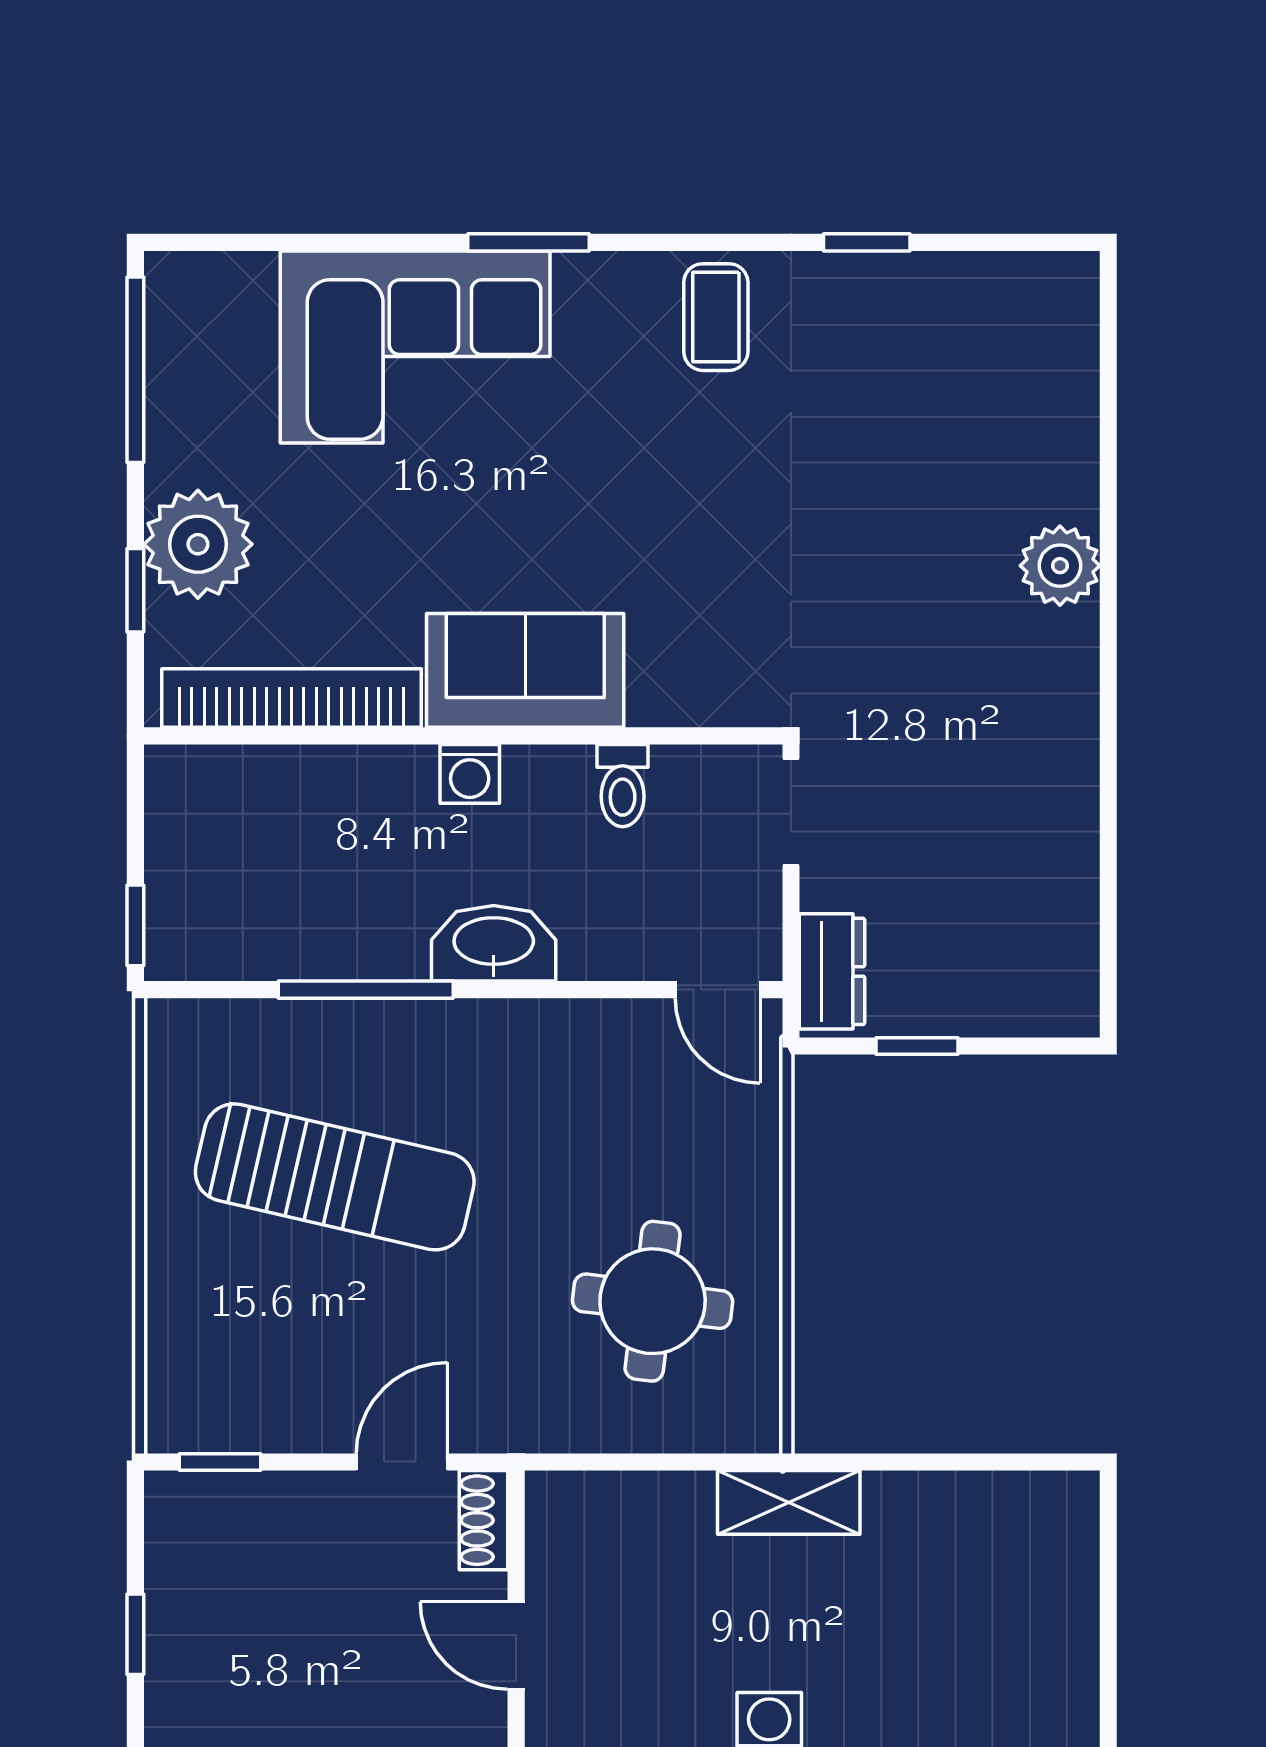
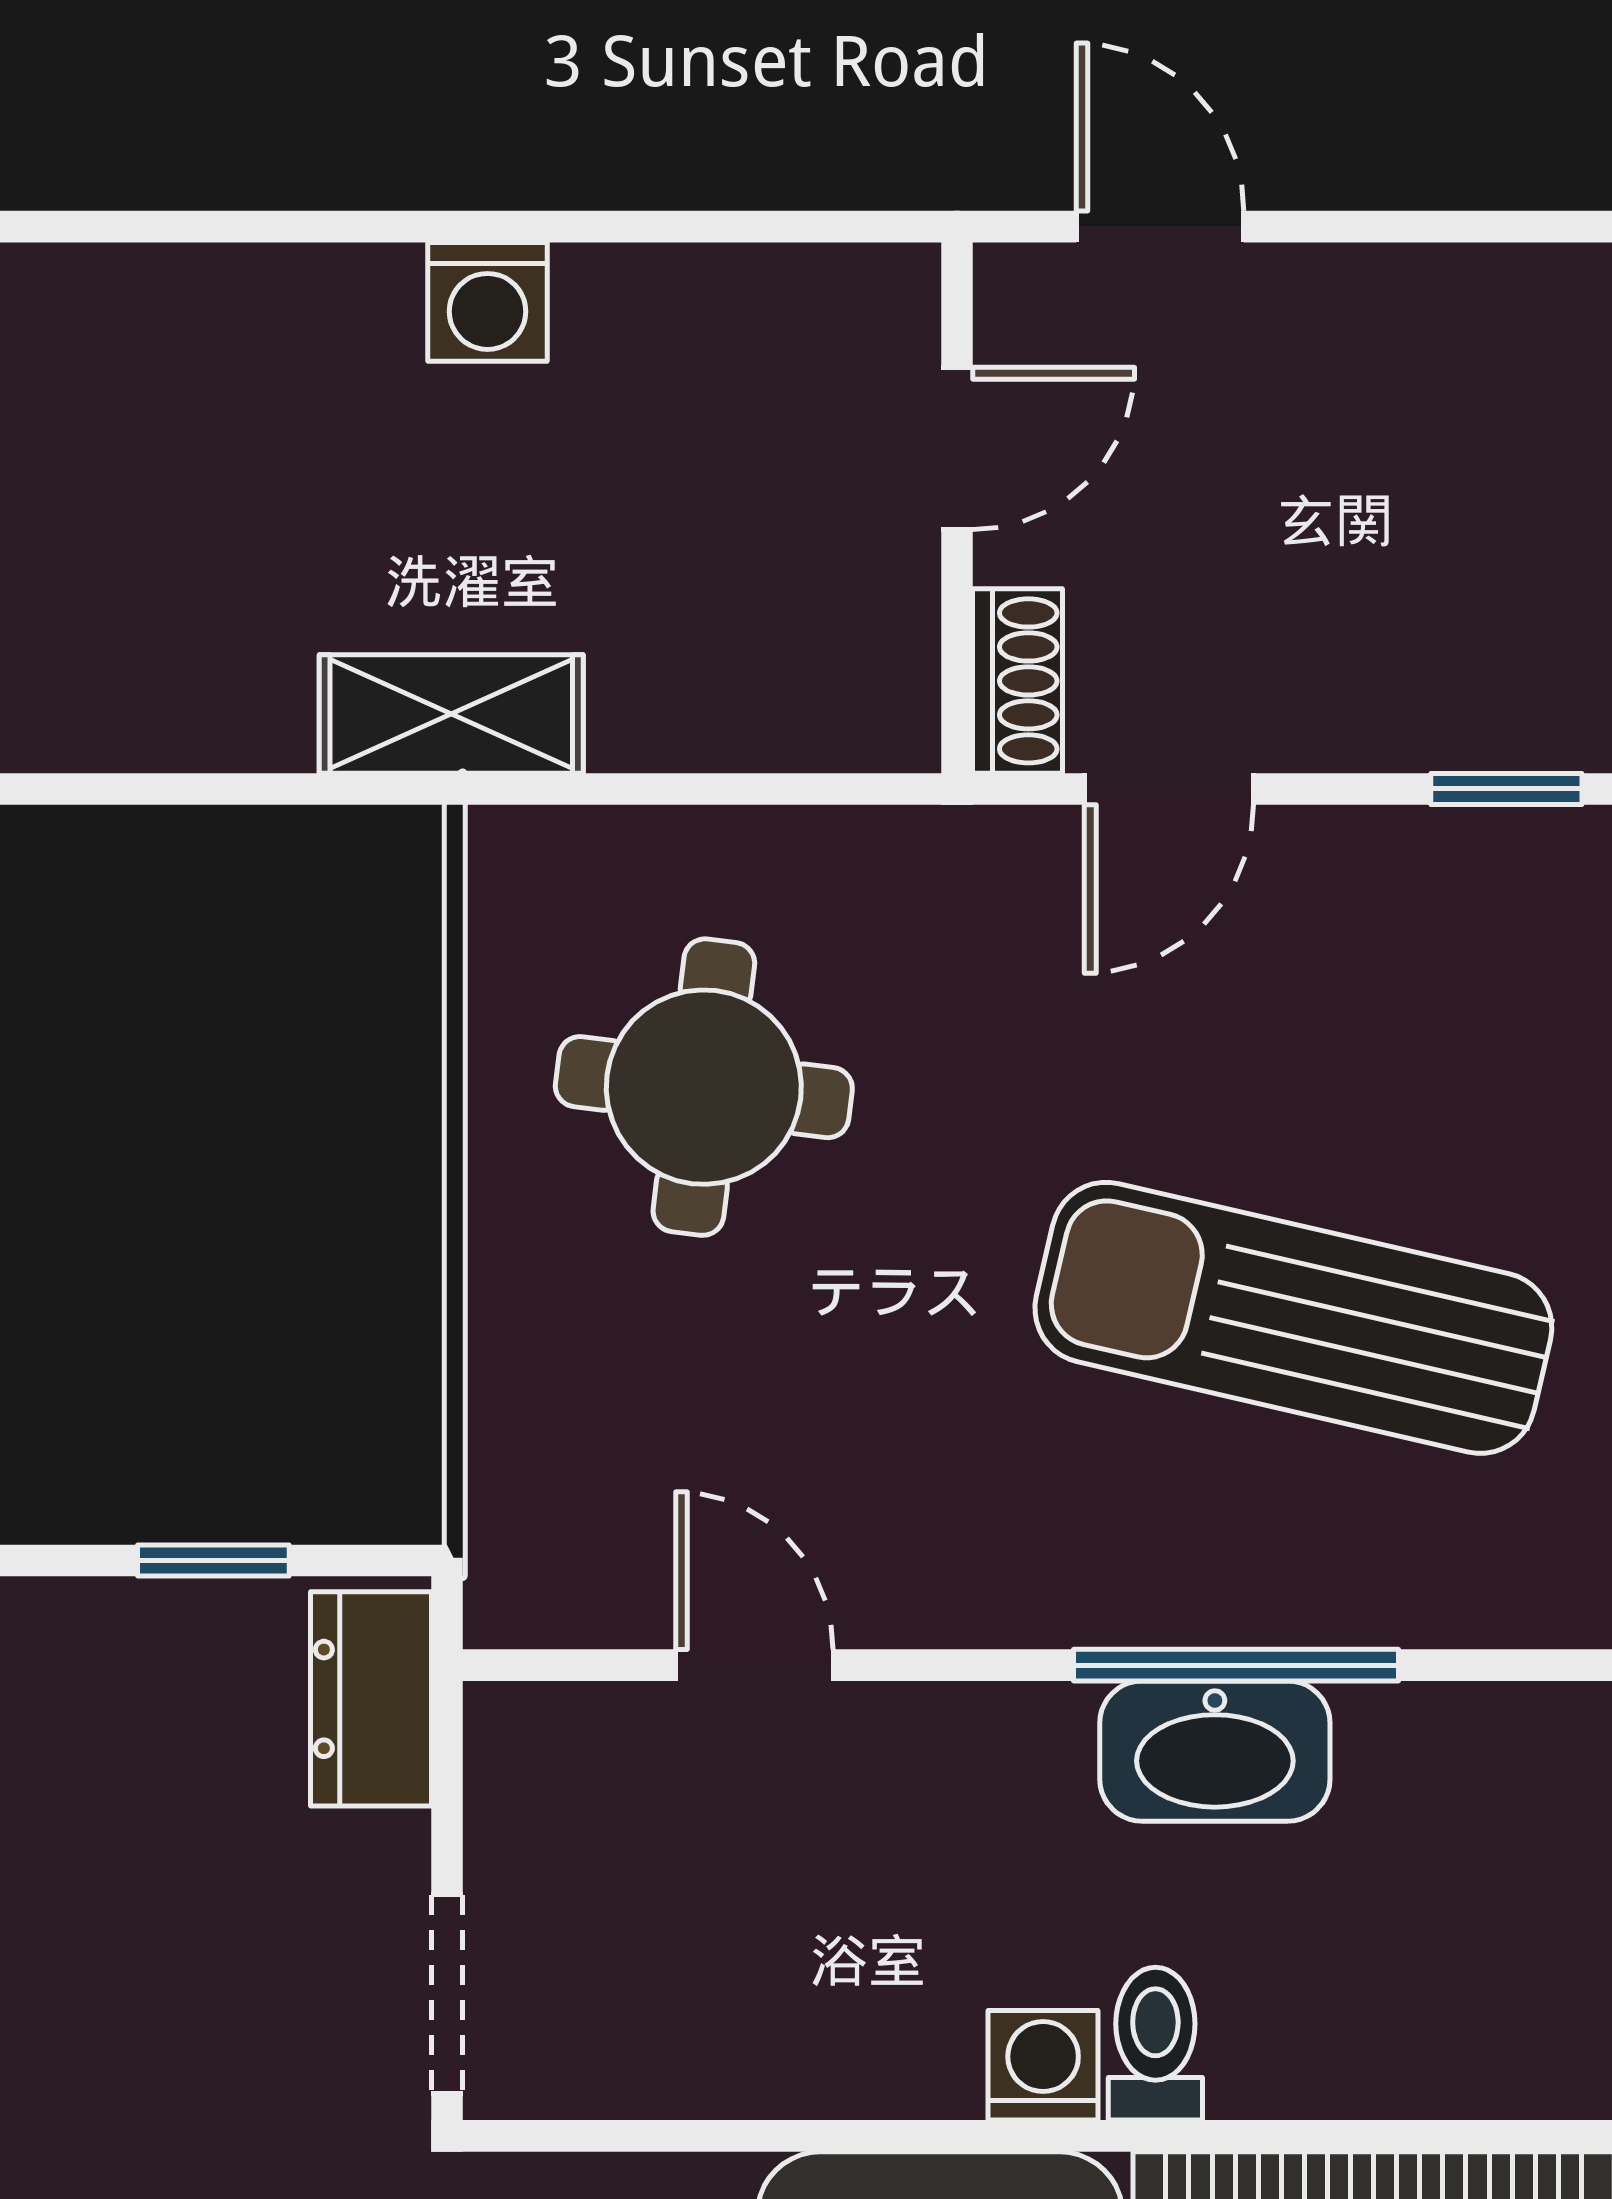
toilet: (623, 786) -> (1155, 2044), moved
washbasin: (494, 943) -> (1215, 1751), moved
door: (718, 990) -> (754, 1665), moved
door: (516, 1646) -> (957, 448), hinge flipped

